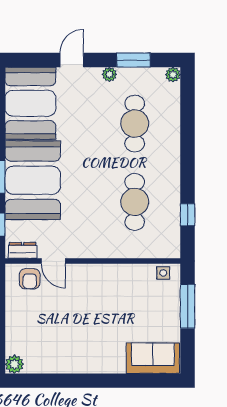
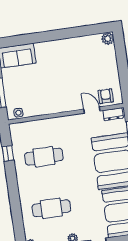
cafe table: (135, 124) -> (51, 208), turned 90
cafe table: (135, 202) -> (44, 157), turned 90

